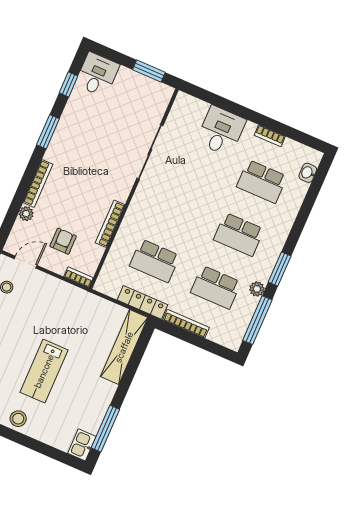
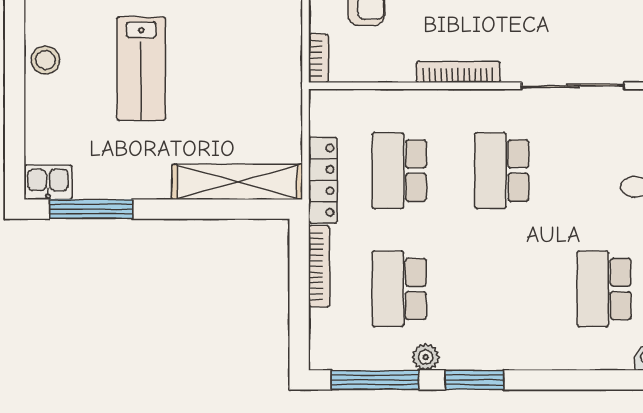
bookcase: (110, 224) -> (458, 72), moved
school desk: (239, 234) -> (502, 171), moved
lab bench: (44, 371) -> (141, 69), turned -90

